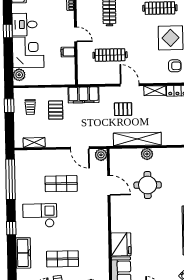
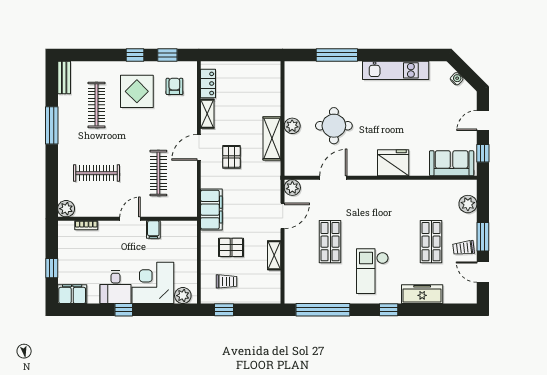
shelving: (137, 139) -> (272, 138), width x0.68
shelving: (34, 143) -> (274, 255), moved
fridge: (121, 244) -> (393, 163), moved

